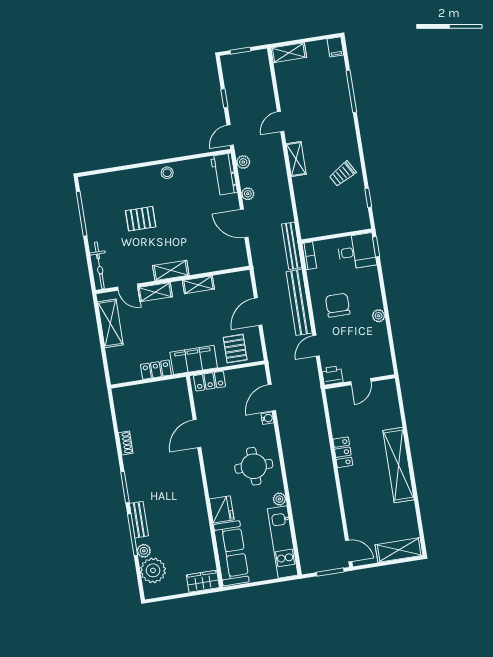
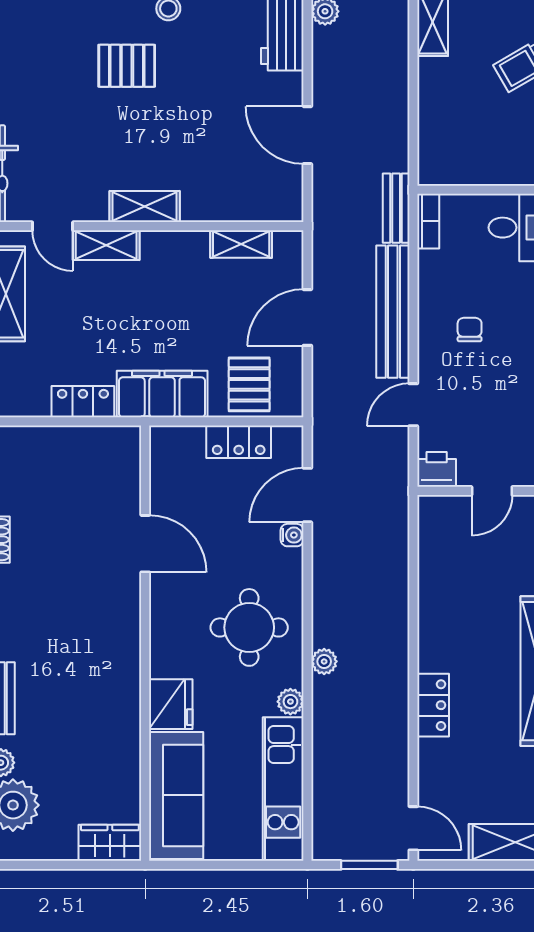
plant: (248, 194) -> (324, 661), moved
pallet: (141, 219) -> (127, 66), moved
bench: (292, 246) -> (396, 208), width x0.73
shelving: (198, 285) -> (241, 244), moved
chair: (338, 305) -> (470, 330), width x0.54, depth x0.54
locker: (210, 381) -> (239, 442), moved
door: (197, 434) -> (145, 544), swing flipped
locker: (343, 452) -> (433, 705), moved

